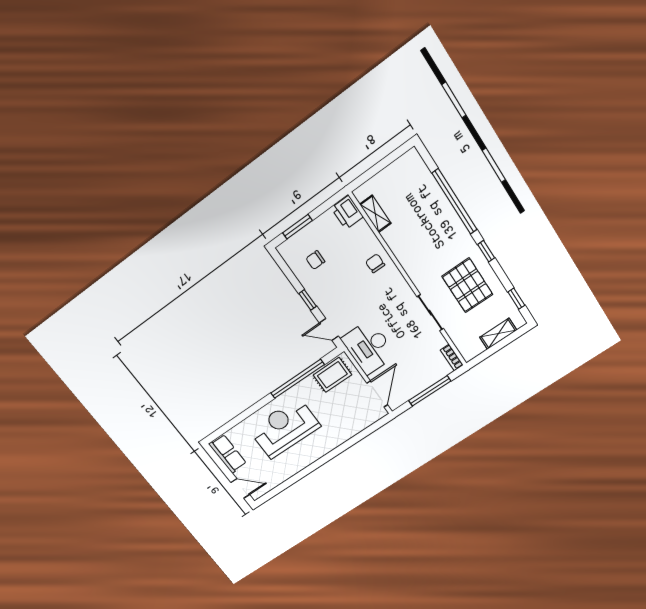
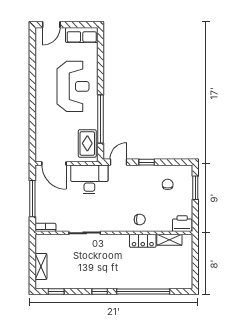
locker: (397, 243) -> (143, 241), added
pallet: (467, 285) -> (86, 267), removed

